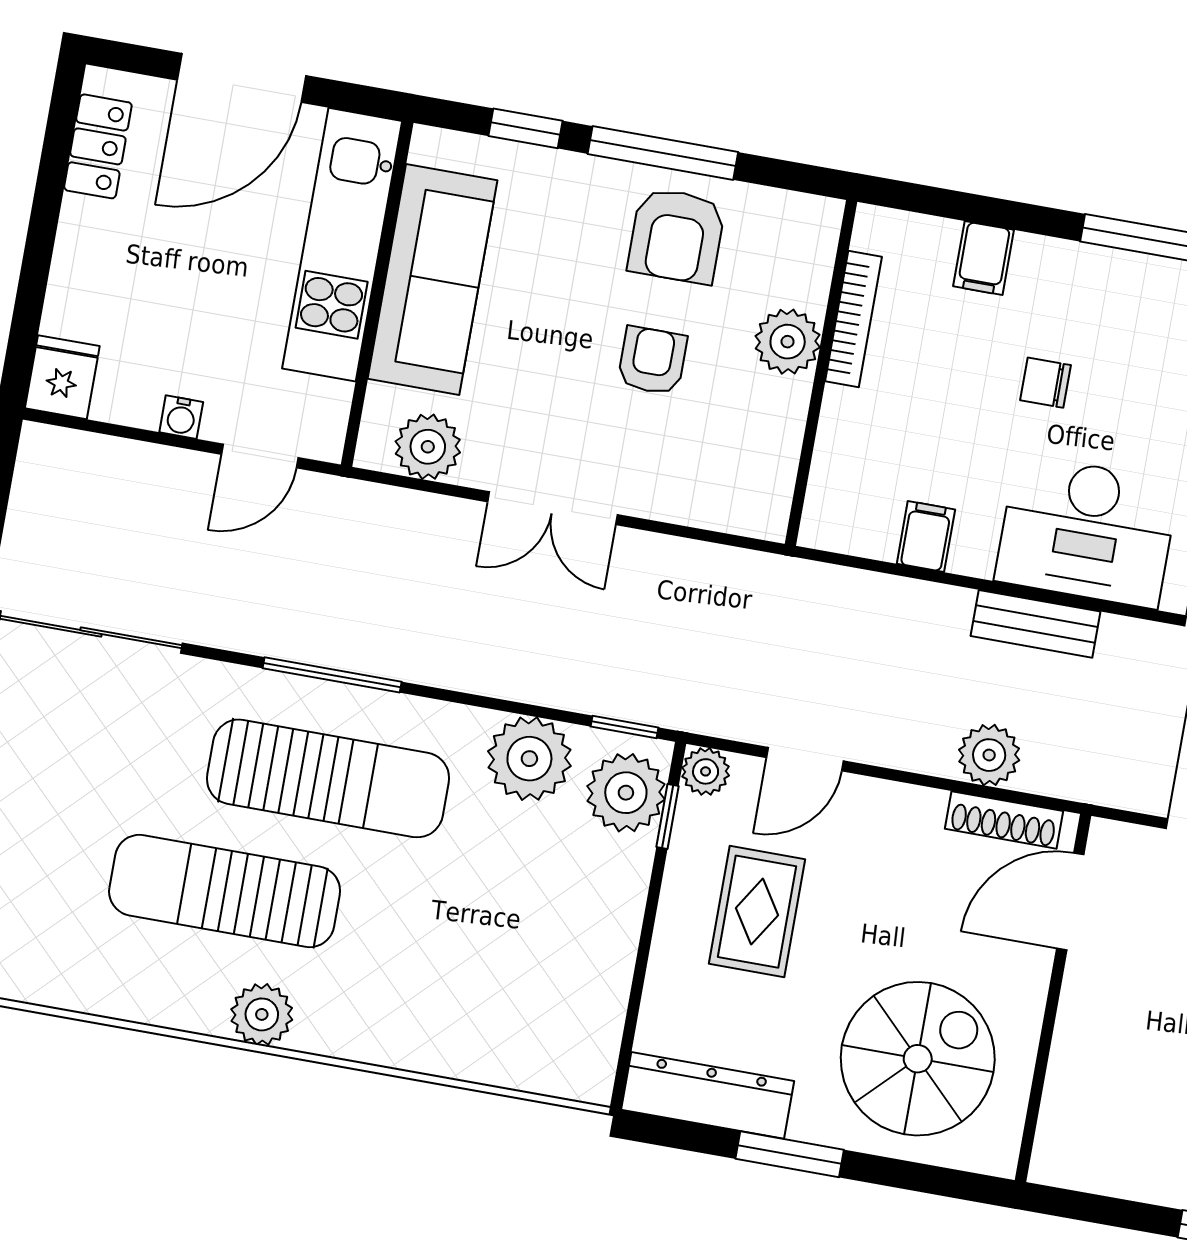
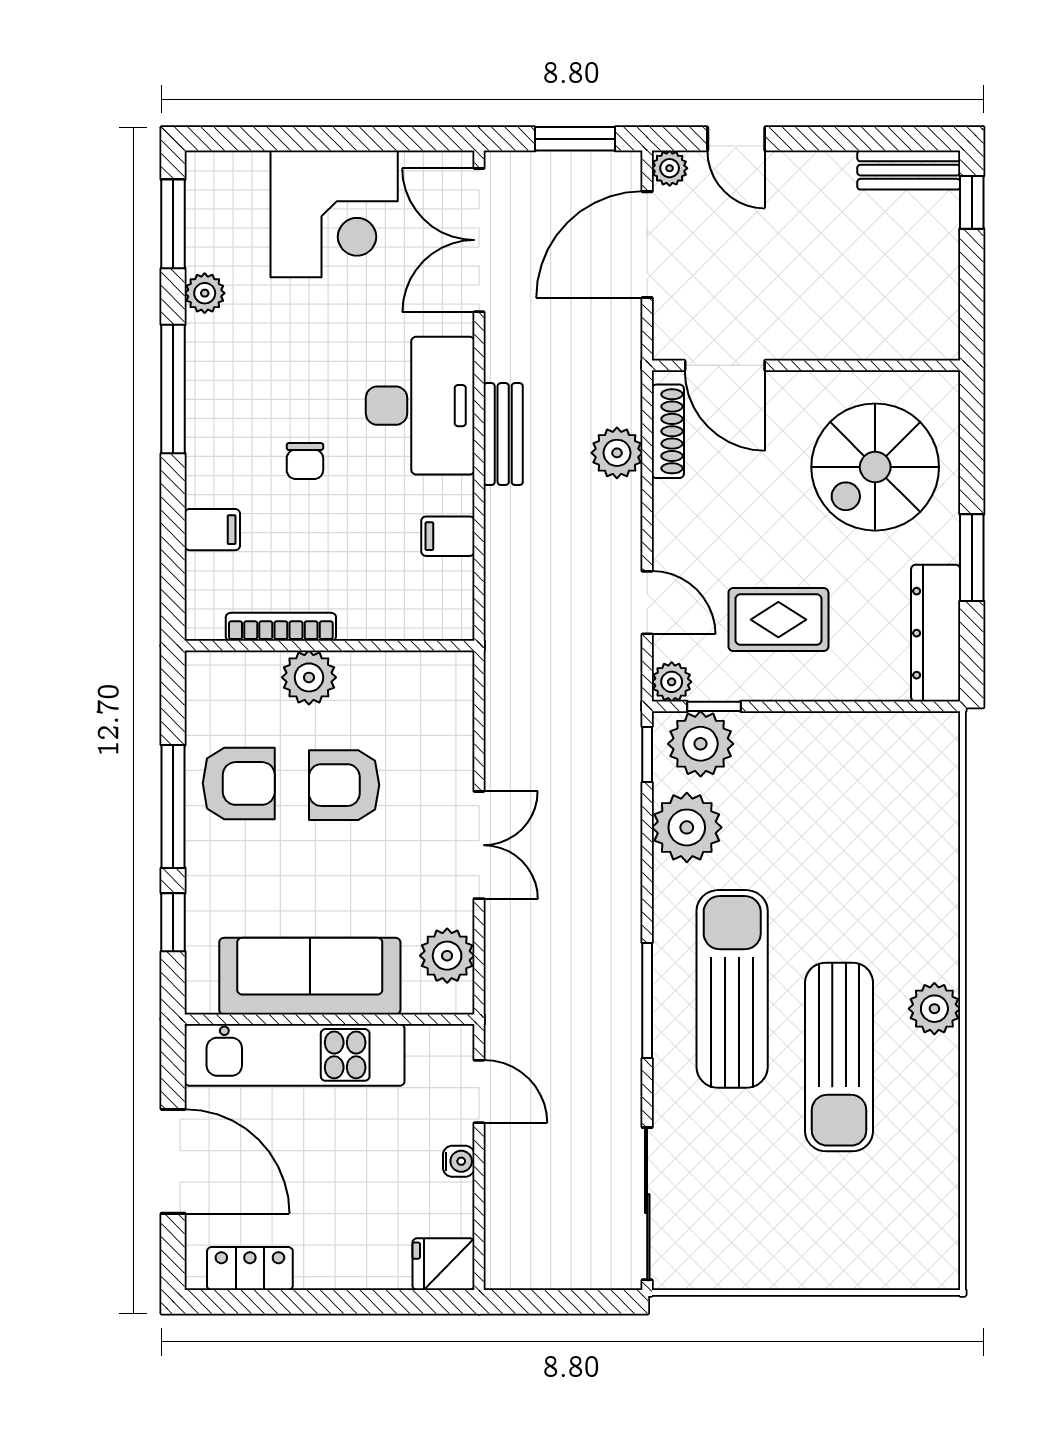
armchair: (652, 361) -> (344, 785), width x1.38, depth x1.38
spiral stairs: (918, 1059) -> (875, 467), turned -90

